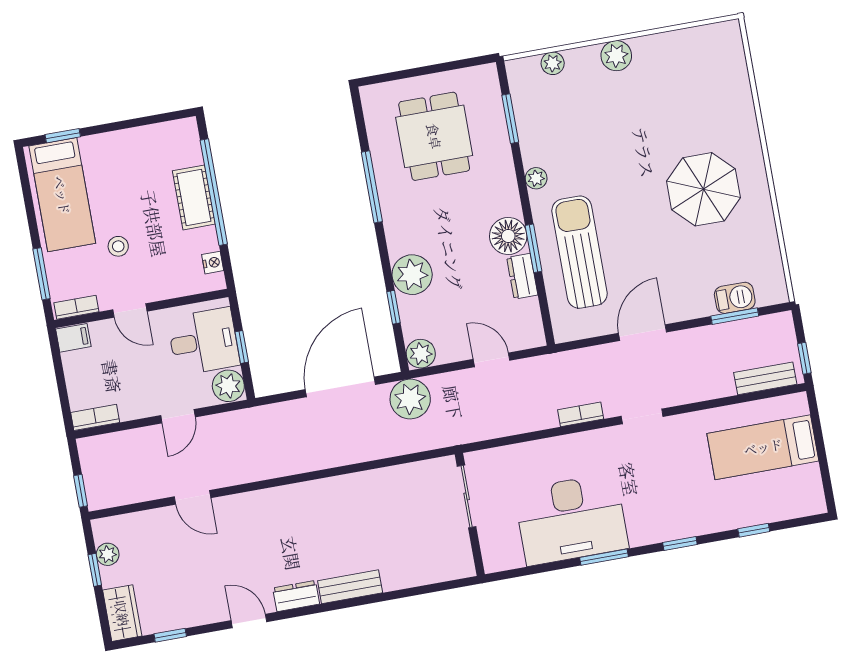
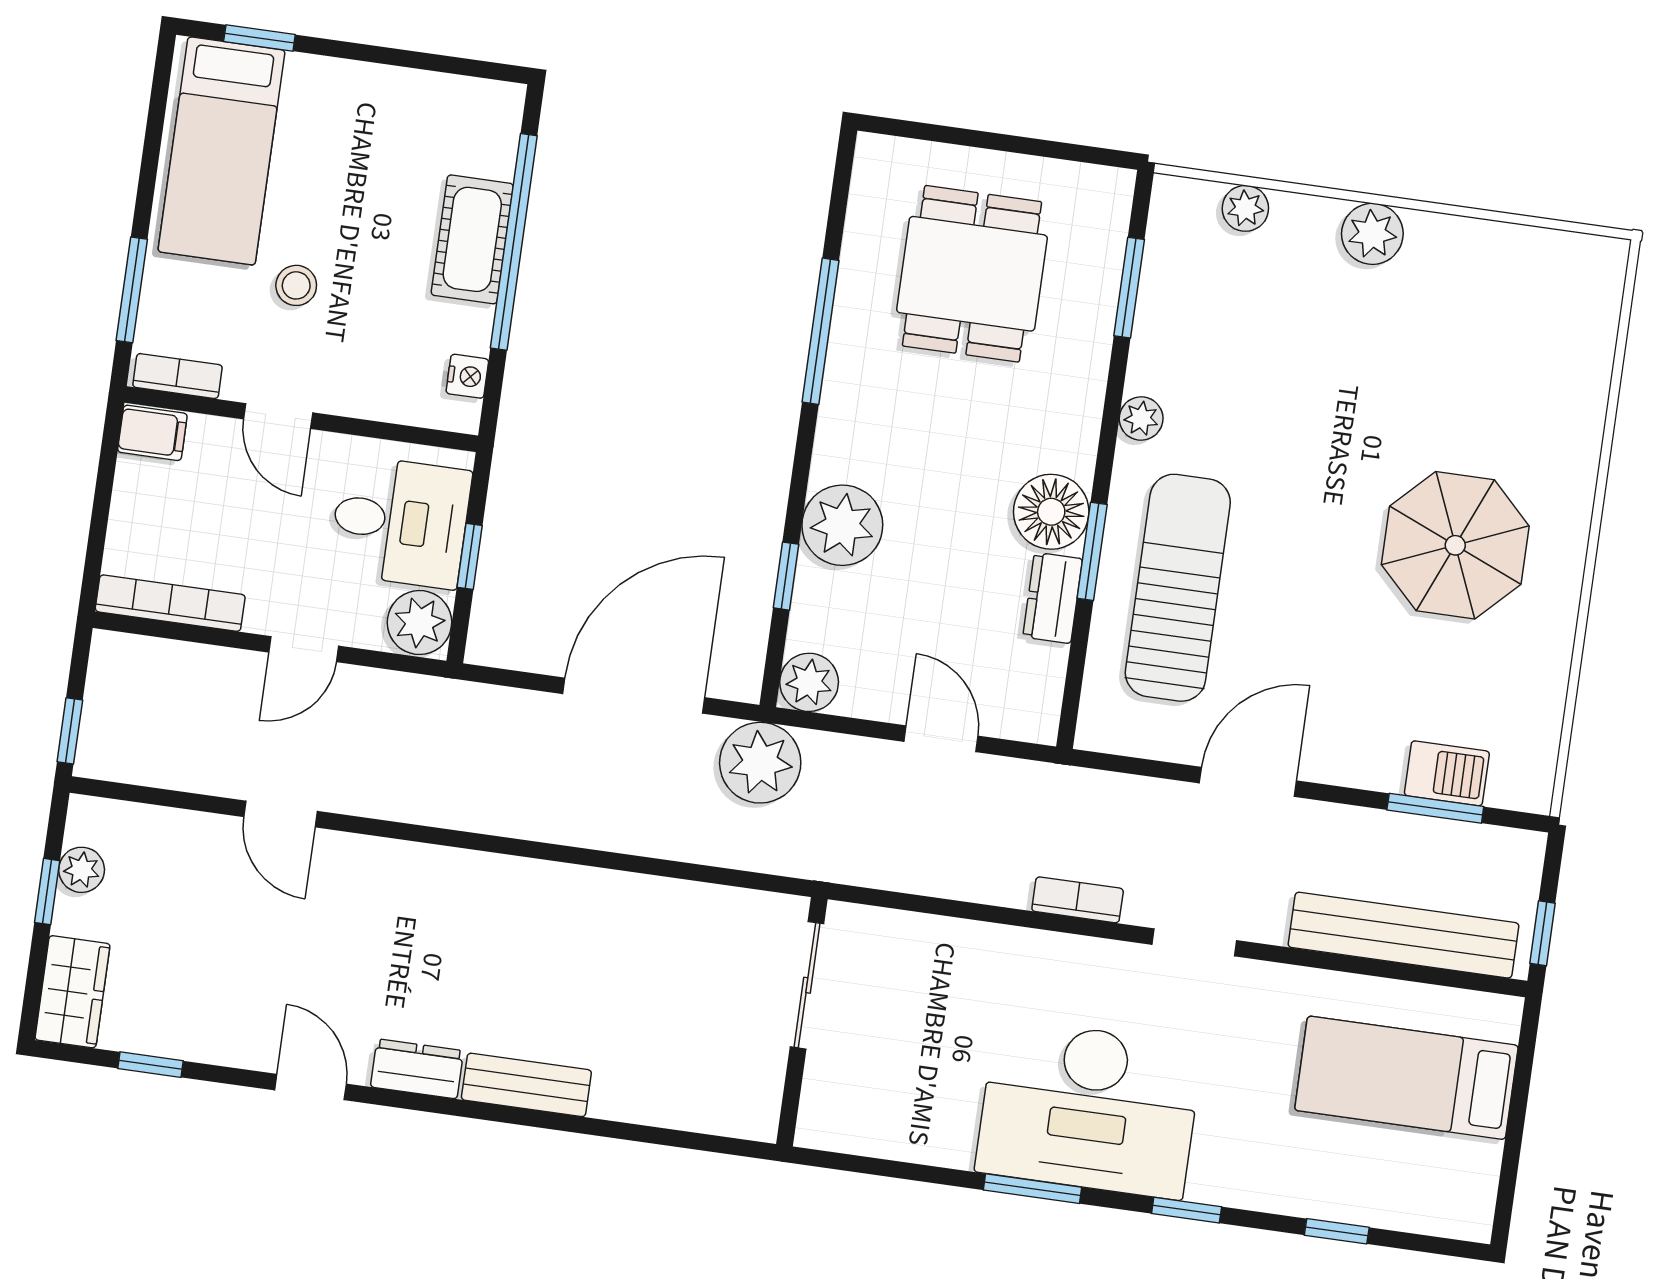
bench: (765, 378) -> (1403, 935), width x1.86, depth x1.21
bookcase: (95, 417) -> (170, 603), width x1.56
desk: (571, 519) -> (1089, 1109), moved

